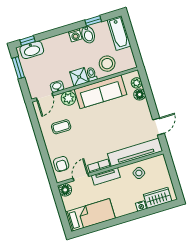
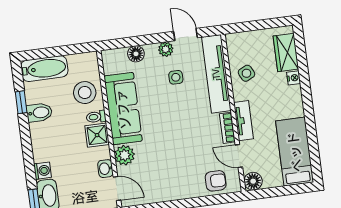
washing machine: (75, 35) -> (43, 171), moved
plant: (137, 83) -> (166, 49), moved
side table: (128, 125) -> (176, 77), added
coffee table: (61, 127) -> (163, 172), removed

